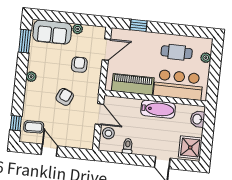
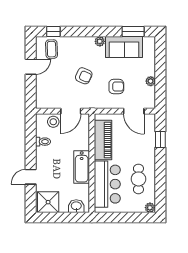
sofa: (52, 32) -> (124, 47), moved, turned -90
plant: (206, 58) -> (150, 208), moved

